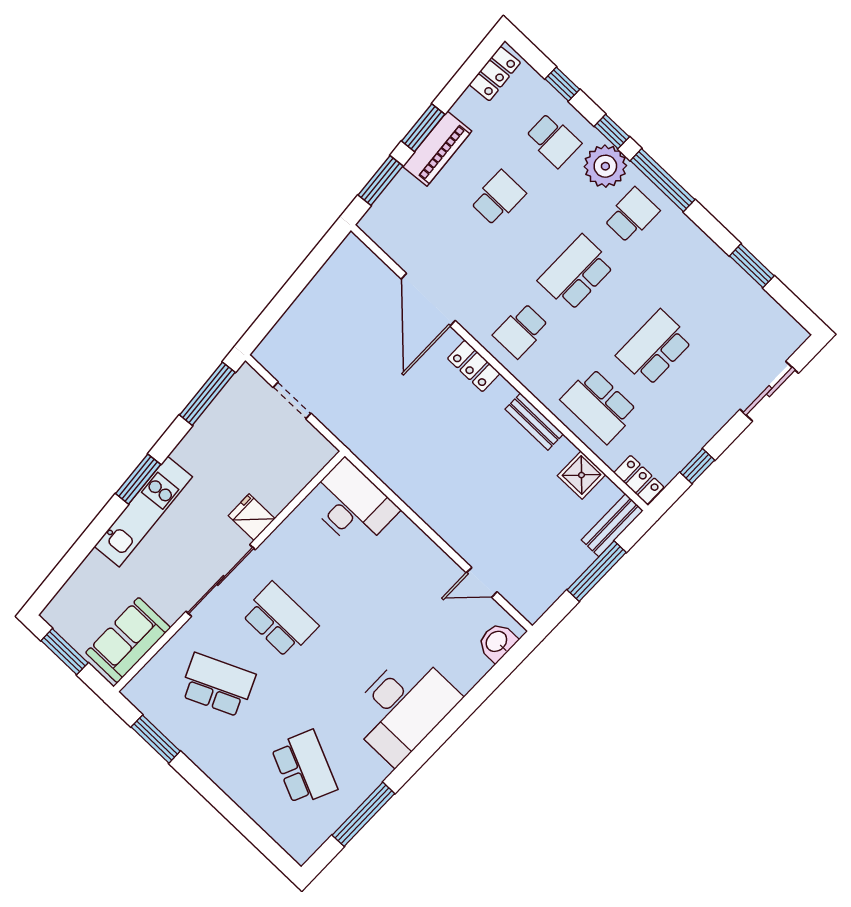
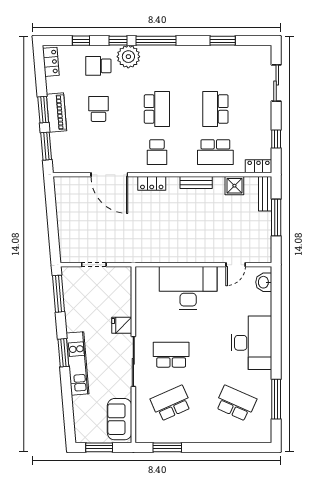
school desk: (553, 140) -> (98, 66), turned 180
school desk: (632, 215) -> (157, 66), removed
school desk: (576, 273) -> (157, 109), turned 180
desk: (352, 505) -> (188, 288), moved, width x1.36, depth x1.30

